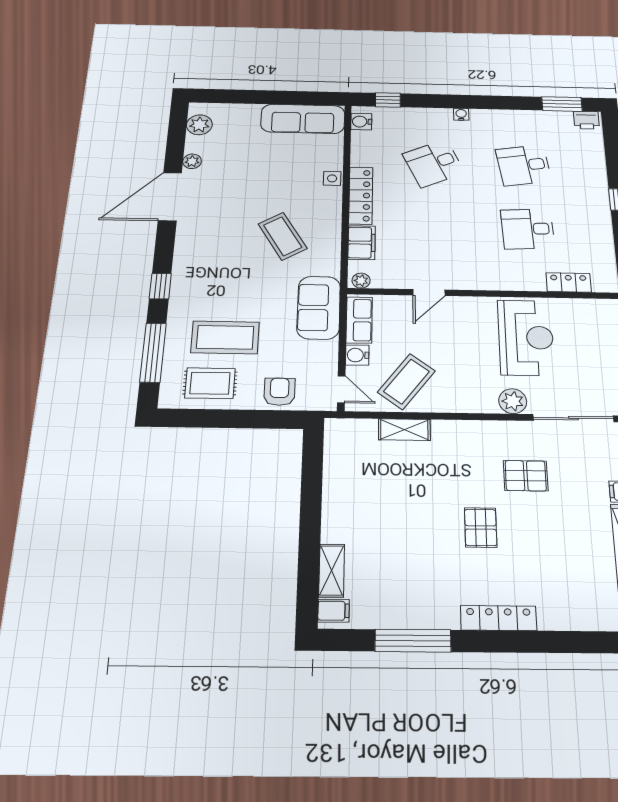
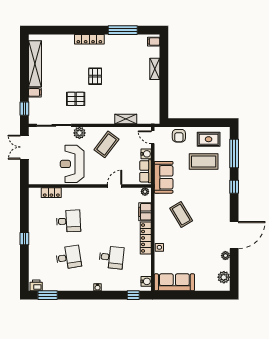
desk: (434, 163) -> (111, 257), turned 30
coffee table: (406, 382) -> (106, 144), moved
shelving: (332, 570) -> (155, 69), moved

